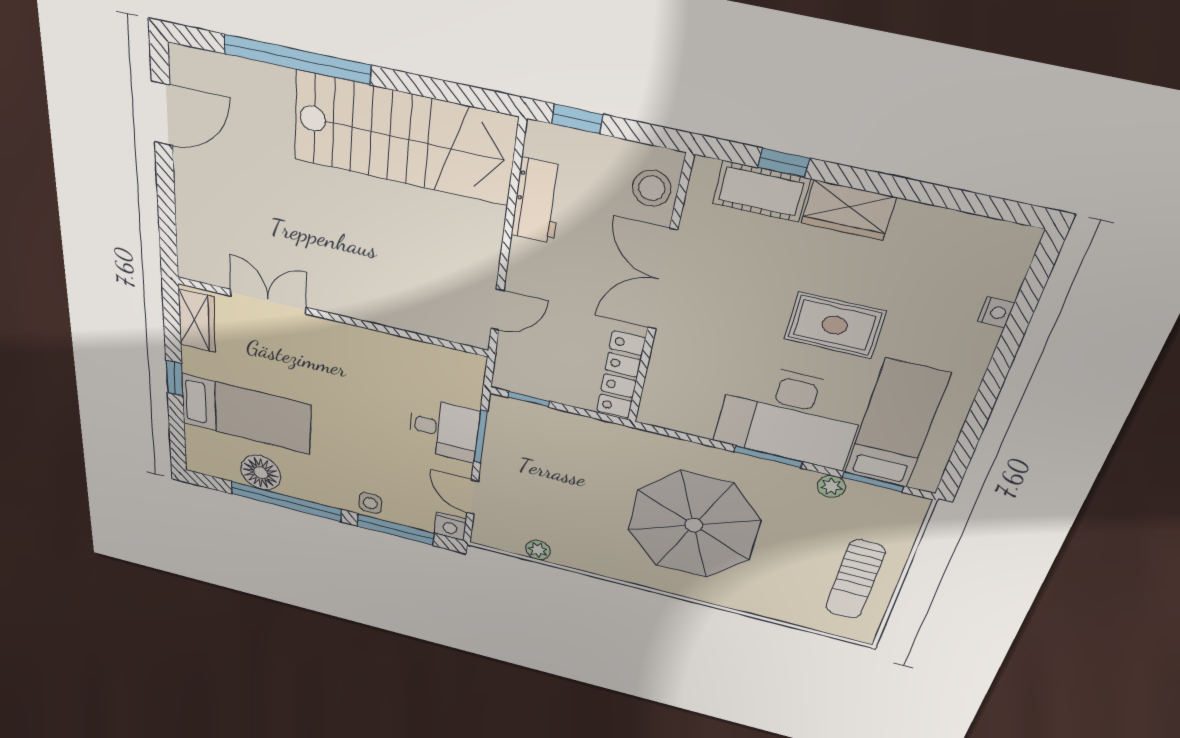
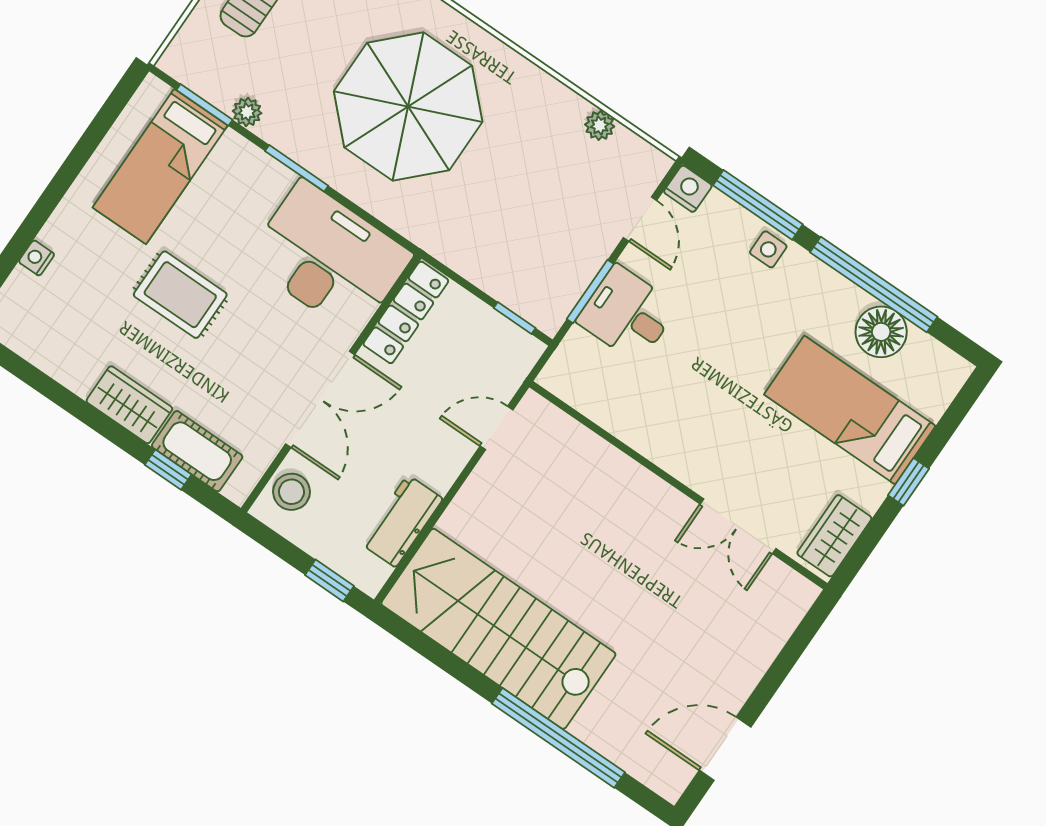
desk: (790, 416) -> (329, 258), moved

